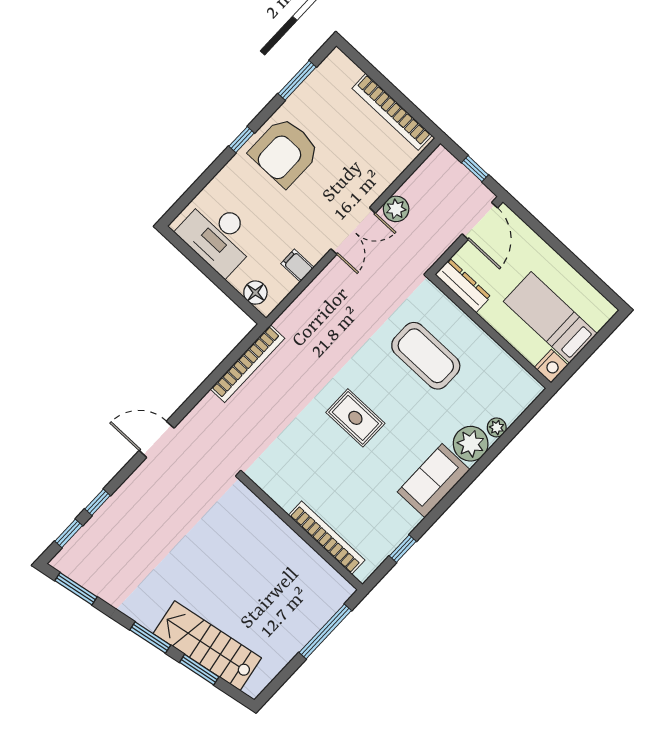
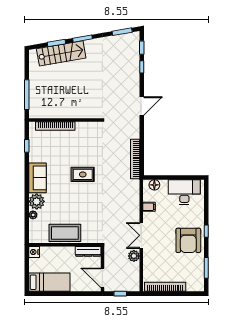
armchair: (285, 152) -> (188, 240), turned 180
bed: (550, 317) -> (49, 282), moved
coffee table: (426, 356) -> (65, 233), moved

